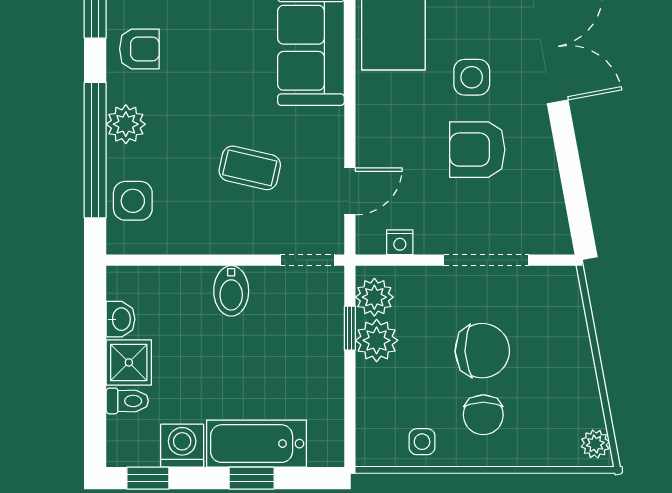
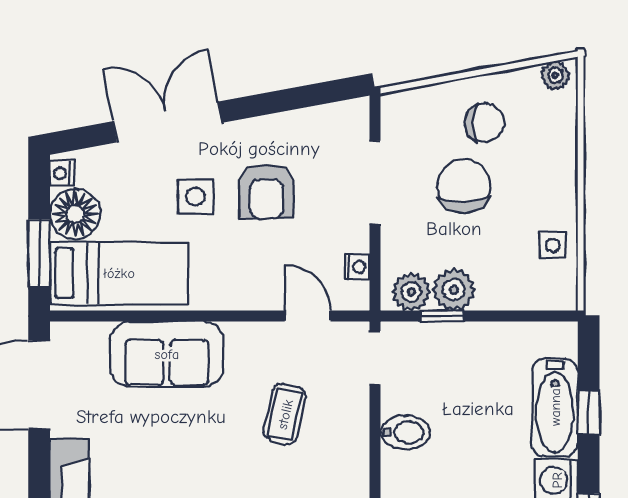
chair: (483, 415) -> (484, 122), moved

